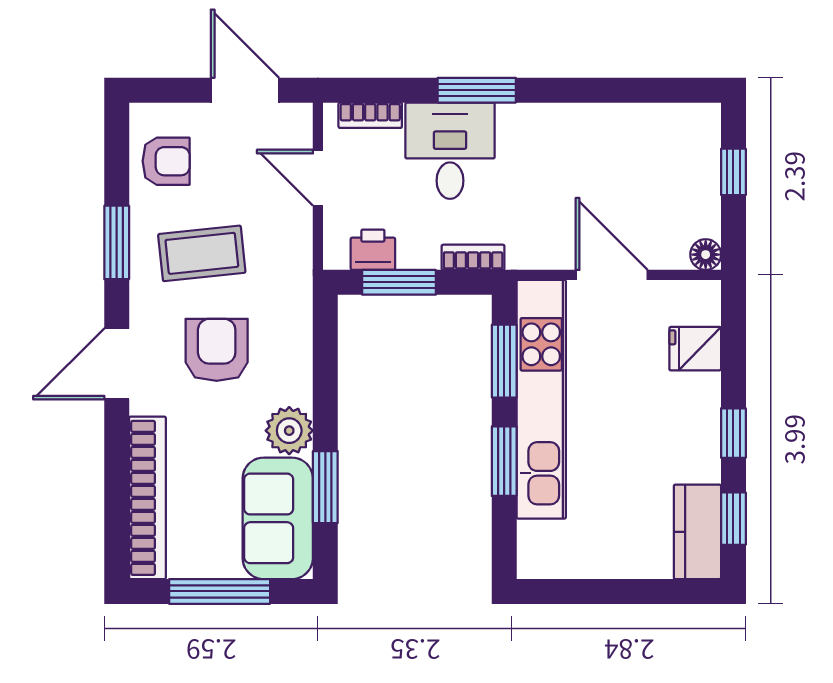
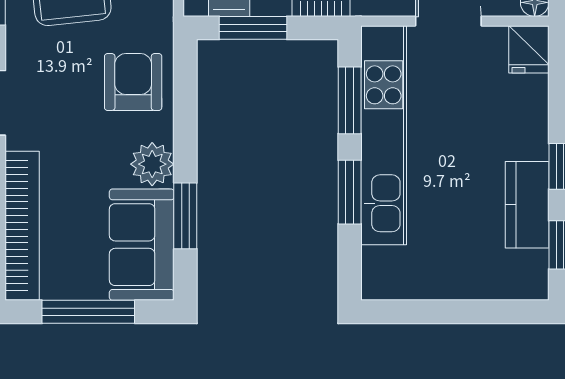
fridge: (695, 349) -> (529, 49), moved, turned -90
armchair: (217, 350) -> (133, 82), moved
kitchen counter: (697, 532) -> (527, 205), moved

